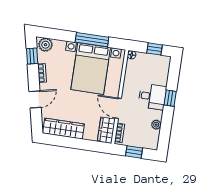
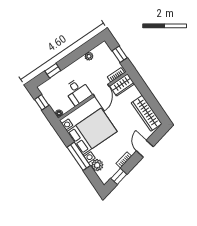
window: (92, 40) -> (79, 156), moved
plant: (45, 45) -> (97, 165), moved
desk: (152, 97) -> (78, 91), moved, turned 180
window: (170, 98) -> (53, 71), moved
door: (35, 99) -> (145, 149), hinge flipped

